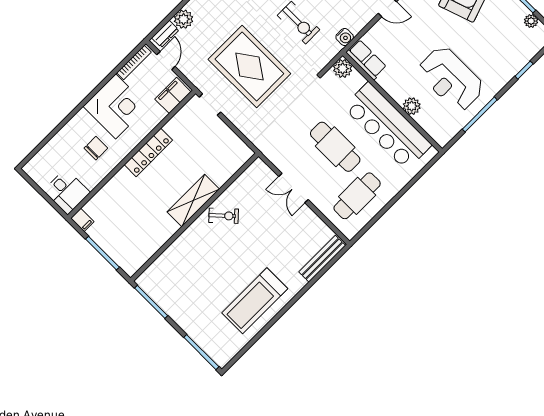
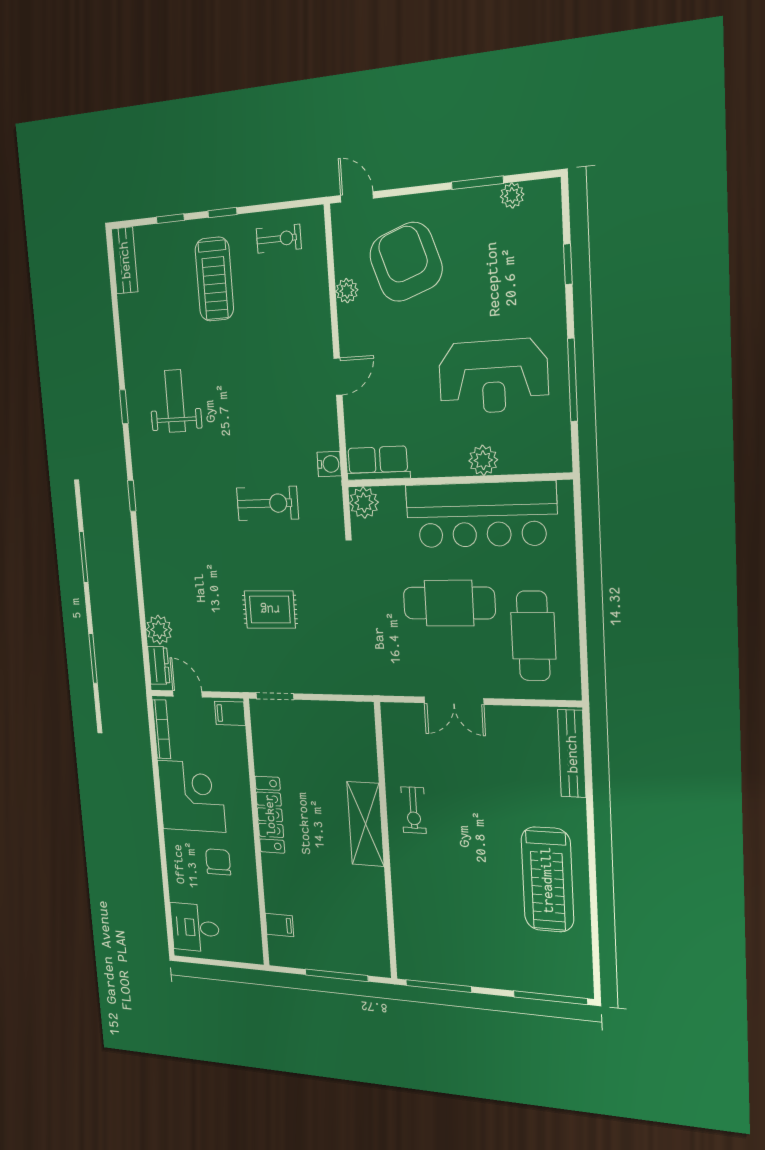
rug: (249, 66) -> (270, 610), width x0.54, depth x0.49
filing cabinet: (173, 95) -> (230, 713), width x0.50
desk: (67, 192) -> (195, 928), moved, turned 180
exercise bike: (224, 216) -> (414, 810), turned 133
filing cabinet: (82, 220) -> (279, 925), moved

